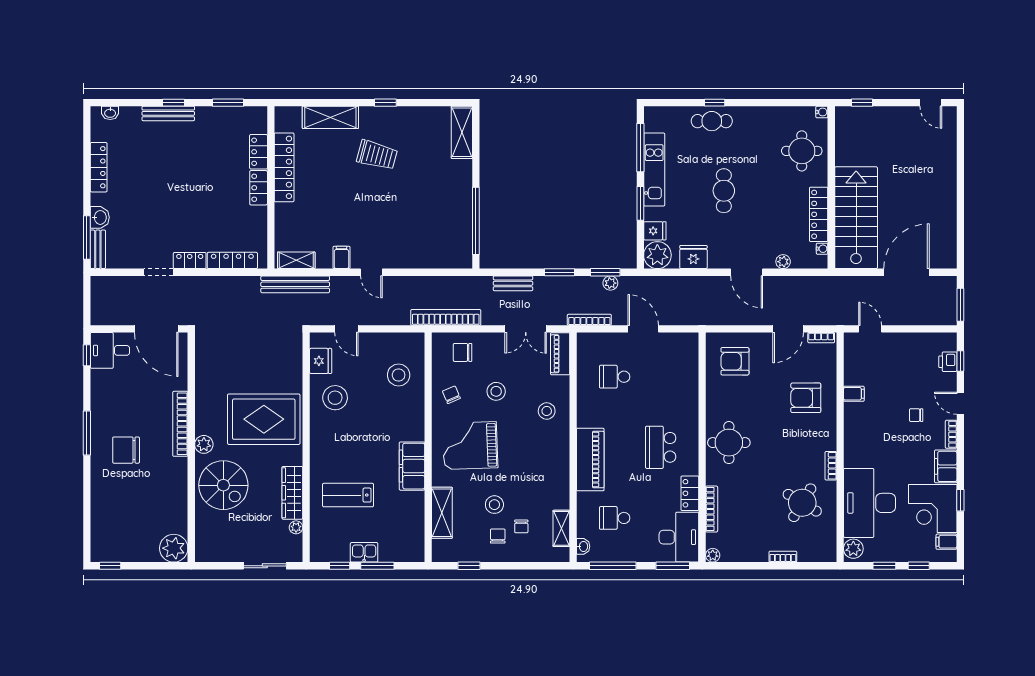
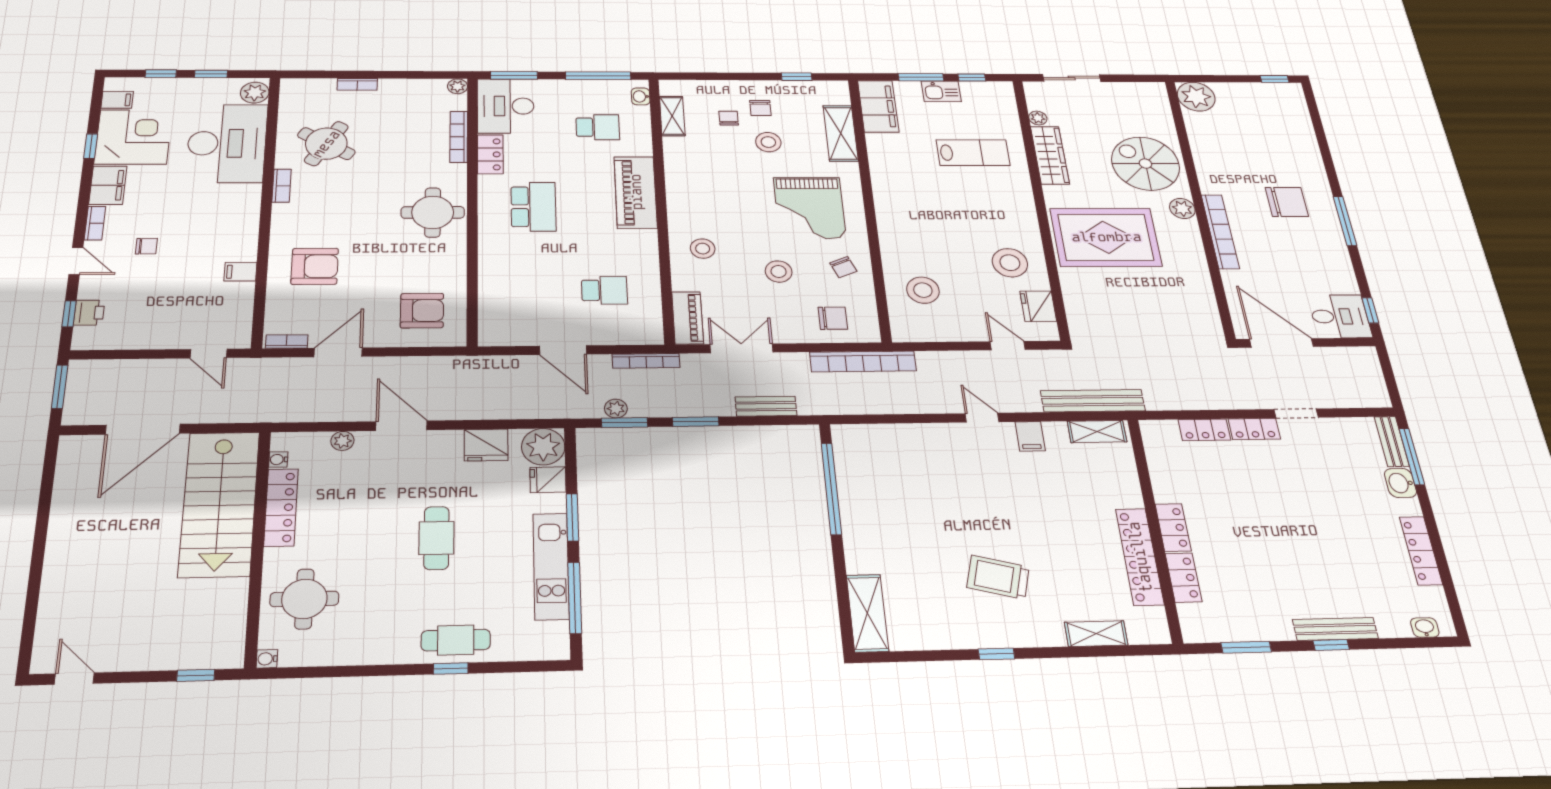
shelving: (330, 117) -> (1096, 634), width x0.67, depth x0.75
locker: (232, 260) -> (1204, 430), width x0.66
grand piano: (470, 446) -> (810, 208), turned 92
filing cabinet: (412, 466) -> (878, 106), moved

